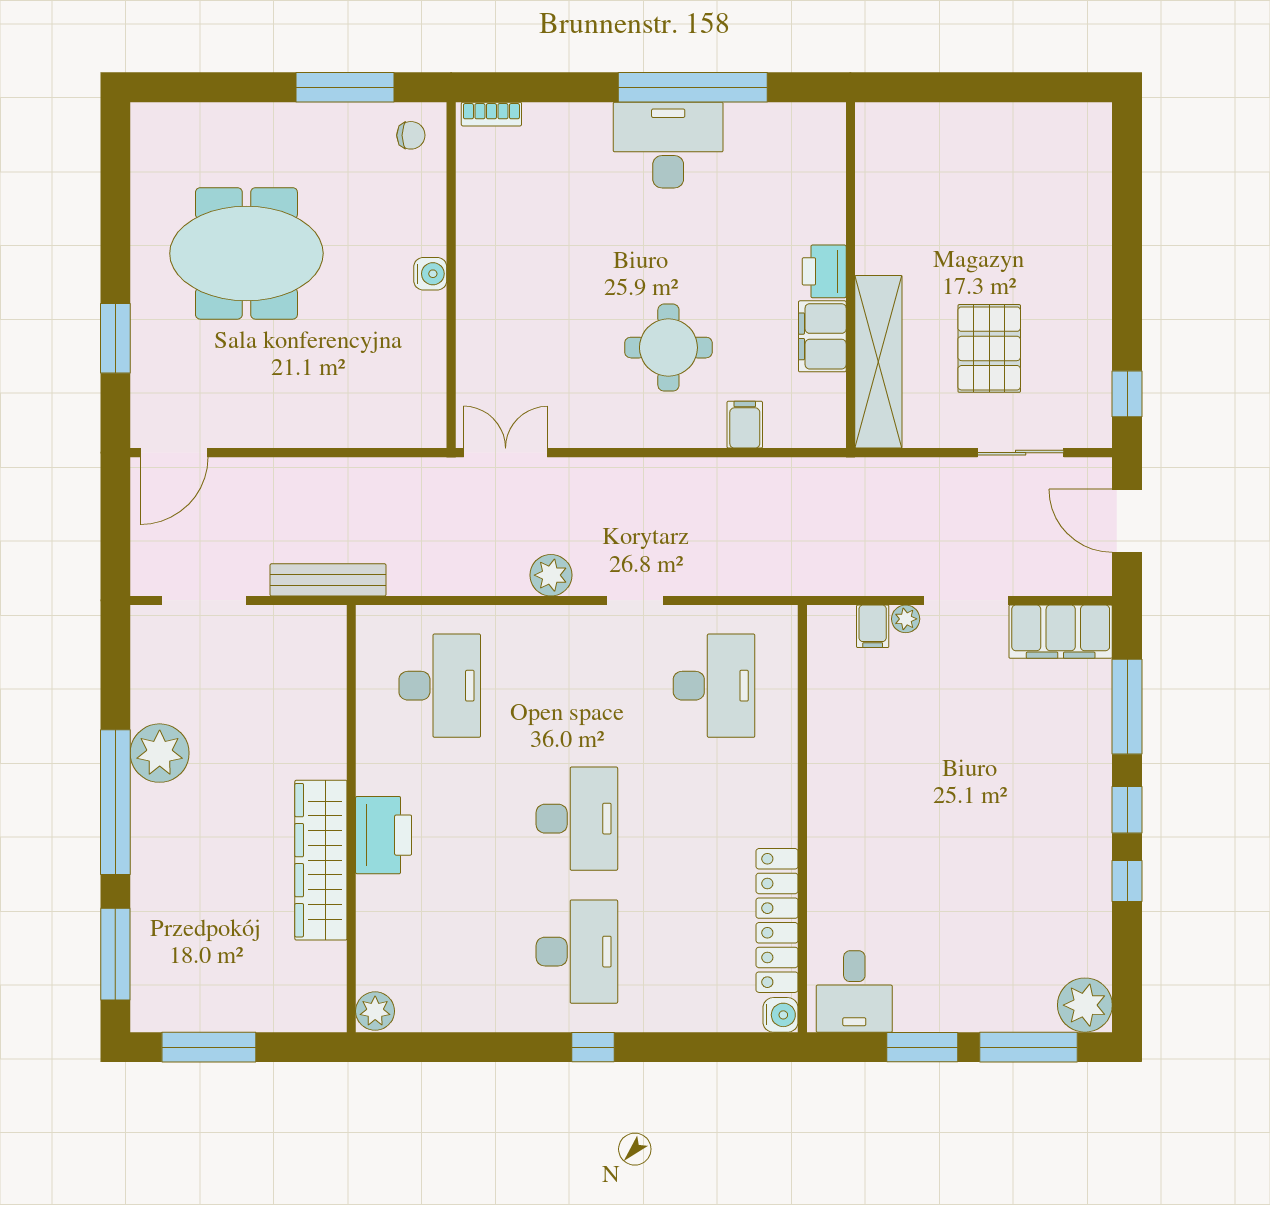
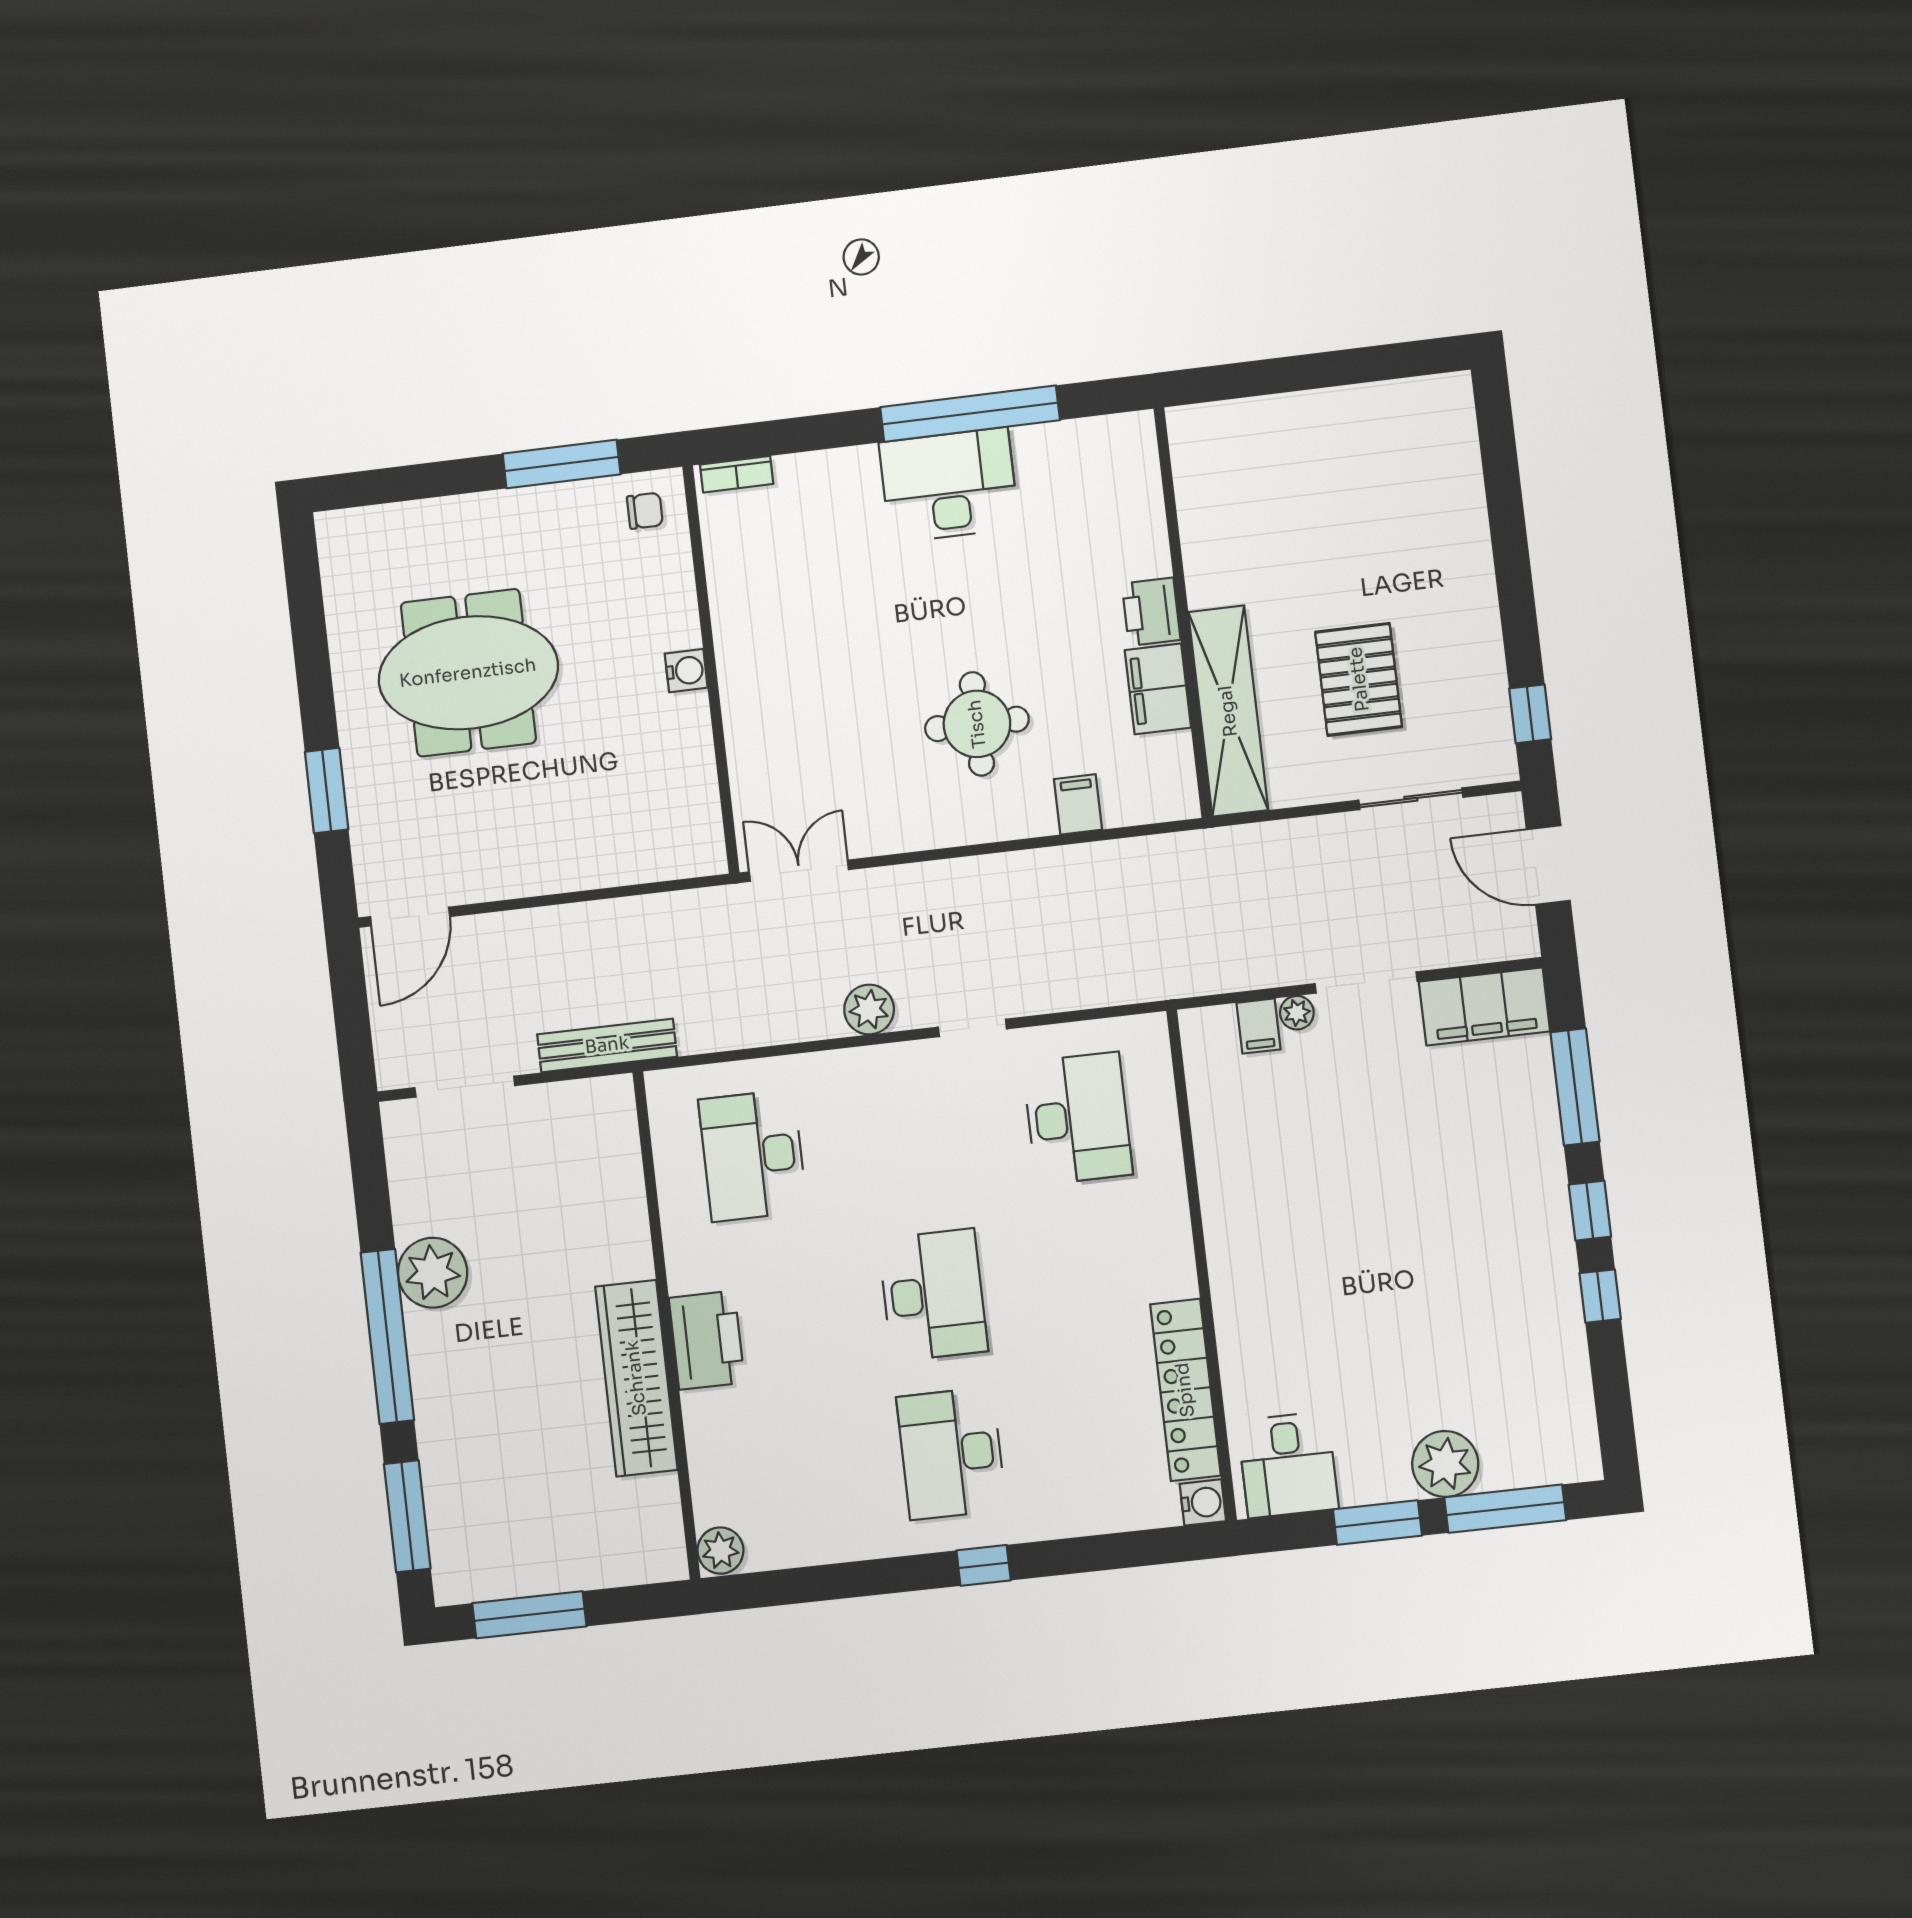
desk: (440, 686) -> (753, 1156), turned 180
desk: (577, 952) -> (951, 1453), turned 180
plant: (1085, 1005) -> (1445, 1464), moved

